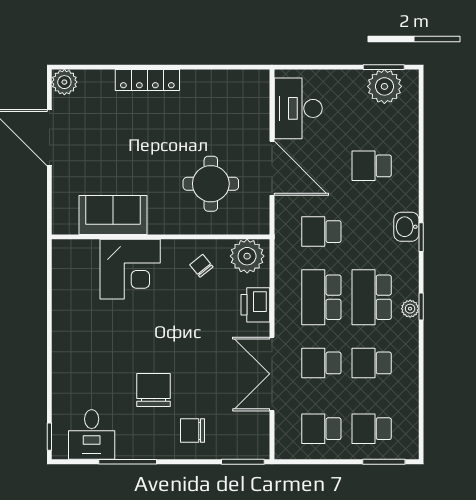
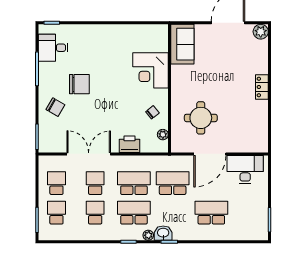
locker: (147, 80) -> (262, 87), width x0.66
plant: (384, 86) -> (258, 220), removed
school desk: (372, 166) -> (211, 213), width x1.85
sofa: (113, 215) -> (182, 44), moved
washbasin: (406, 227) -> (163, 233), moved
school desk: (321, 232) -> (173, 183), width x1.85
plant: (247, 256) -> (163, 135), width x0.53, depth x0.53
plant: (410, 309) -> (148, 235), moved
chair: (193, 431) -> (55, 107), turned 120

